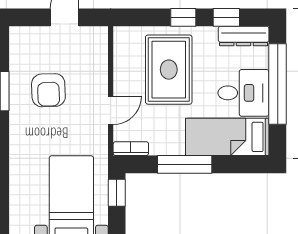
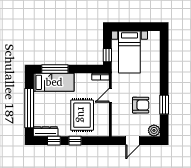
plant: (21, 38) -> (154, 130), added
armchair: (48, 90) -> (141, 105), turned 92
desk: (243, 93) -> (46, 104), removed
window: (185, 164) -> (55, 69), moved

